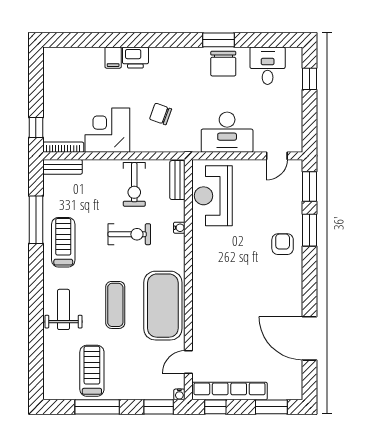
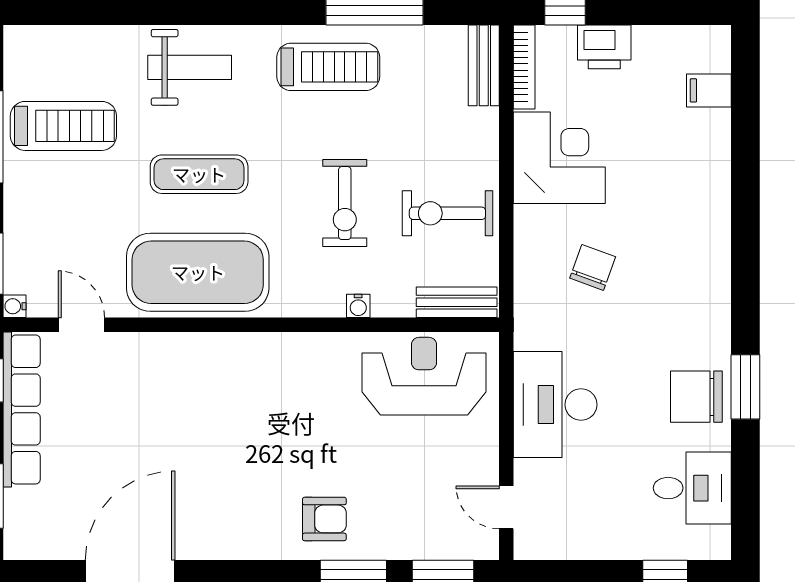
printer: (135, 57) -> (604, 47), moved, turned -90
filing cabinet: (113, 58) -> (709, 90), moved

